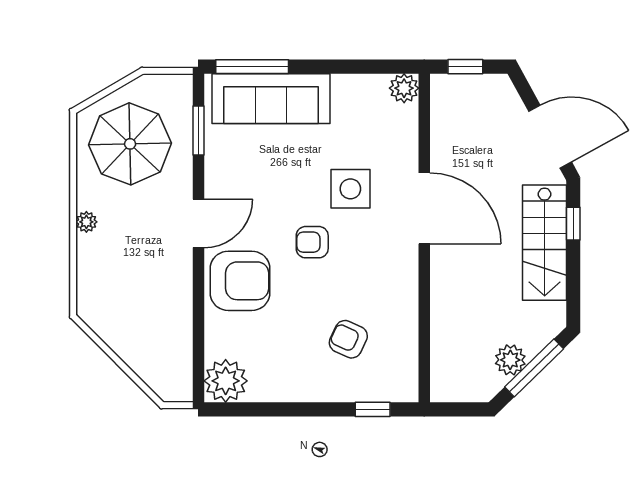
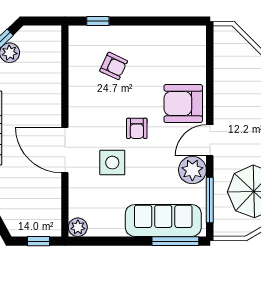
window: (199, 130) -> (210, 200), width x1.44
armchair: (312, 242) -> (137, 128), turned 90
plant: (226, 381) -> (192, 170), moved

